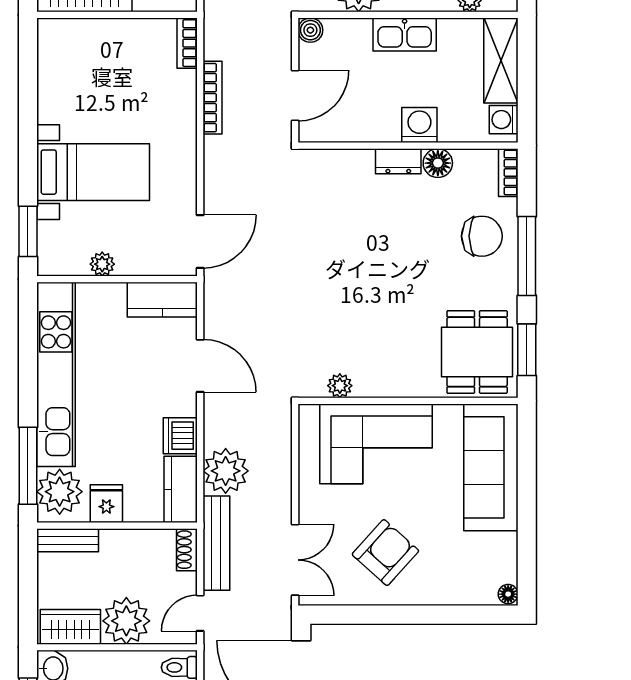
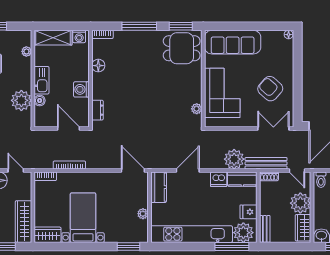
boiler: (310, 30) -> (40, 101), moved
wardrobe: (54, 48) -> (48, 235), added
washing machine: (419, 125) -> (81, 89), moved
dresser: (398, 161) -> (97, 110), moved
bed with nightstands: (93, 172) -> (83, 218), moved
chair: (482, 236) -> (131, 46), removed

